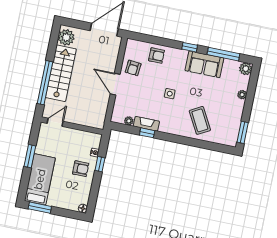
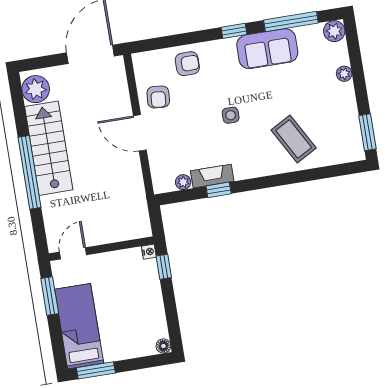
door: (55, 122) -> (73, 253), moved
wall: (72, 126) -> (101, 249), moved
armchair: (81, 169) -> (136, 285), removed

